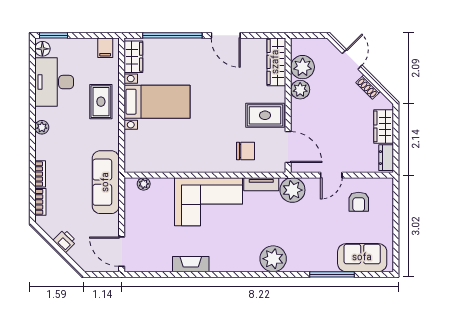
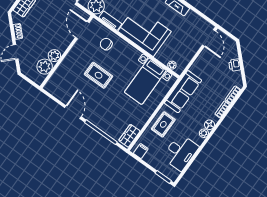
floor lamp: (42, 49) -> (210, 125), moved
wardrobe: (276, 62) -> (56, 79), removed
bed with nightstands: (157, 102) -> (145, 81), moved, turned -90
rug: (265, 115) -> (99, 75), moved
sofa: (106, 182) -> (183, 92), moved

